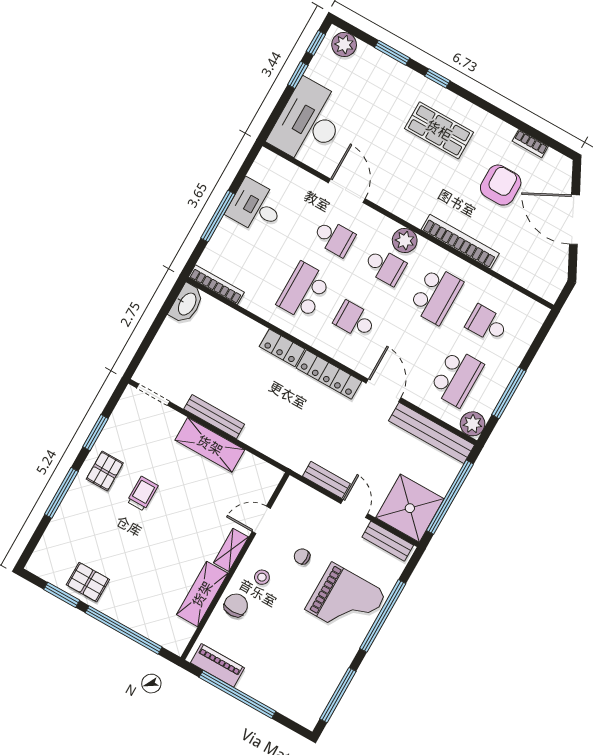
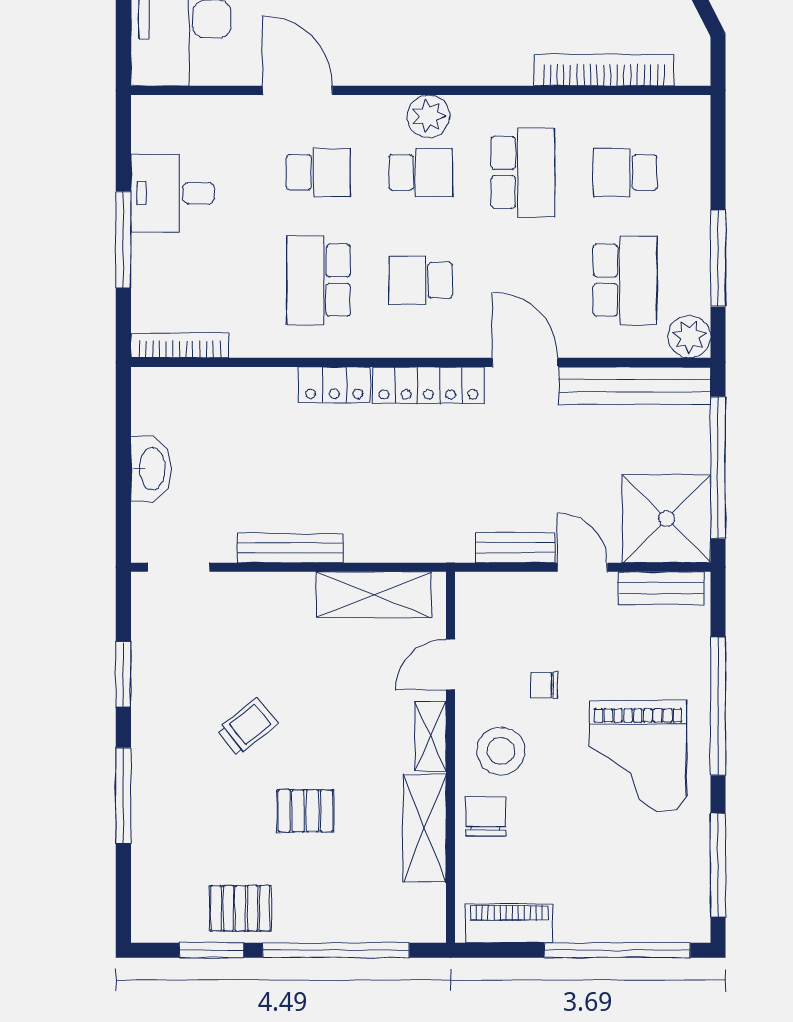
bookcase: (460, 242) -> (604, 70), moved
washbasin: (187, 304) -> (151, 469), moved
shelving: (210, 445) -> (374, 595), moved
pallet: (105, 471) -> (305, 811), moved, turned 90
trolley: (143, 494) -> (247, 727), turned 51
stool: (262, 577) -> (501, 751), width x1.89, depth x1.89
grand piano: (346, 601) -> (638, 756), moved, turned 90
window: (237, 694) -> (617, 950), moved

